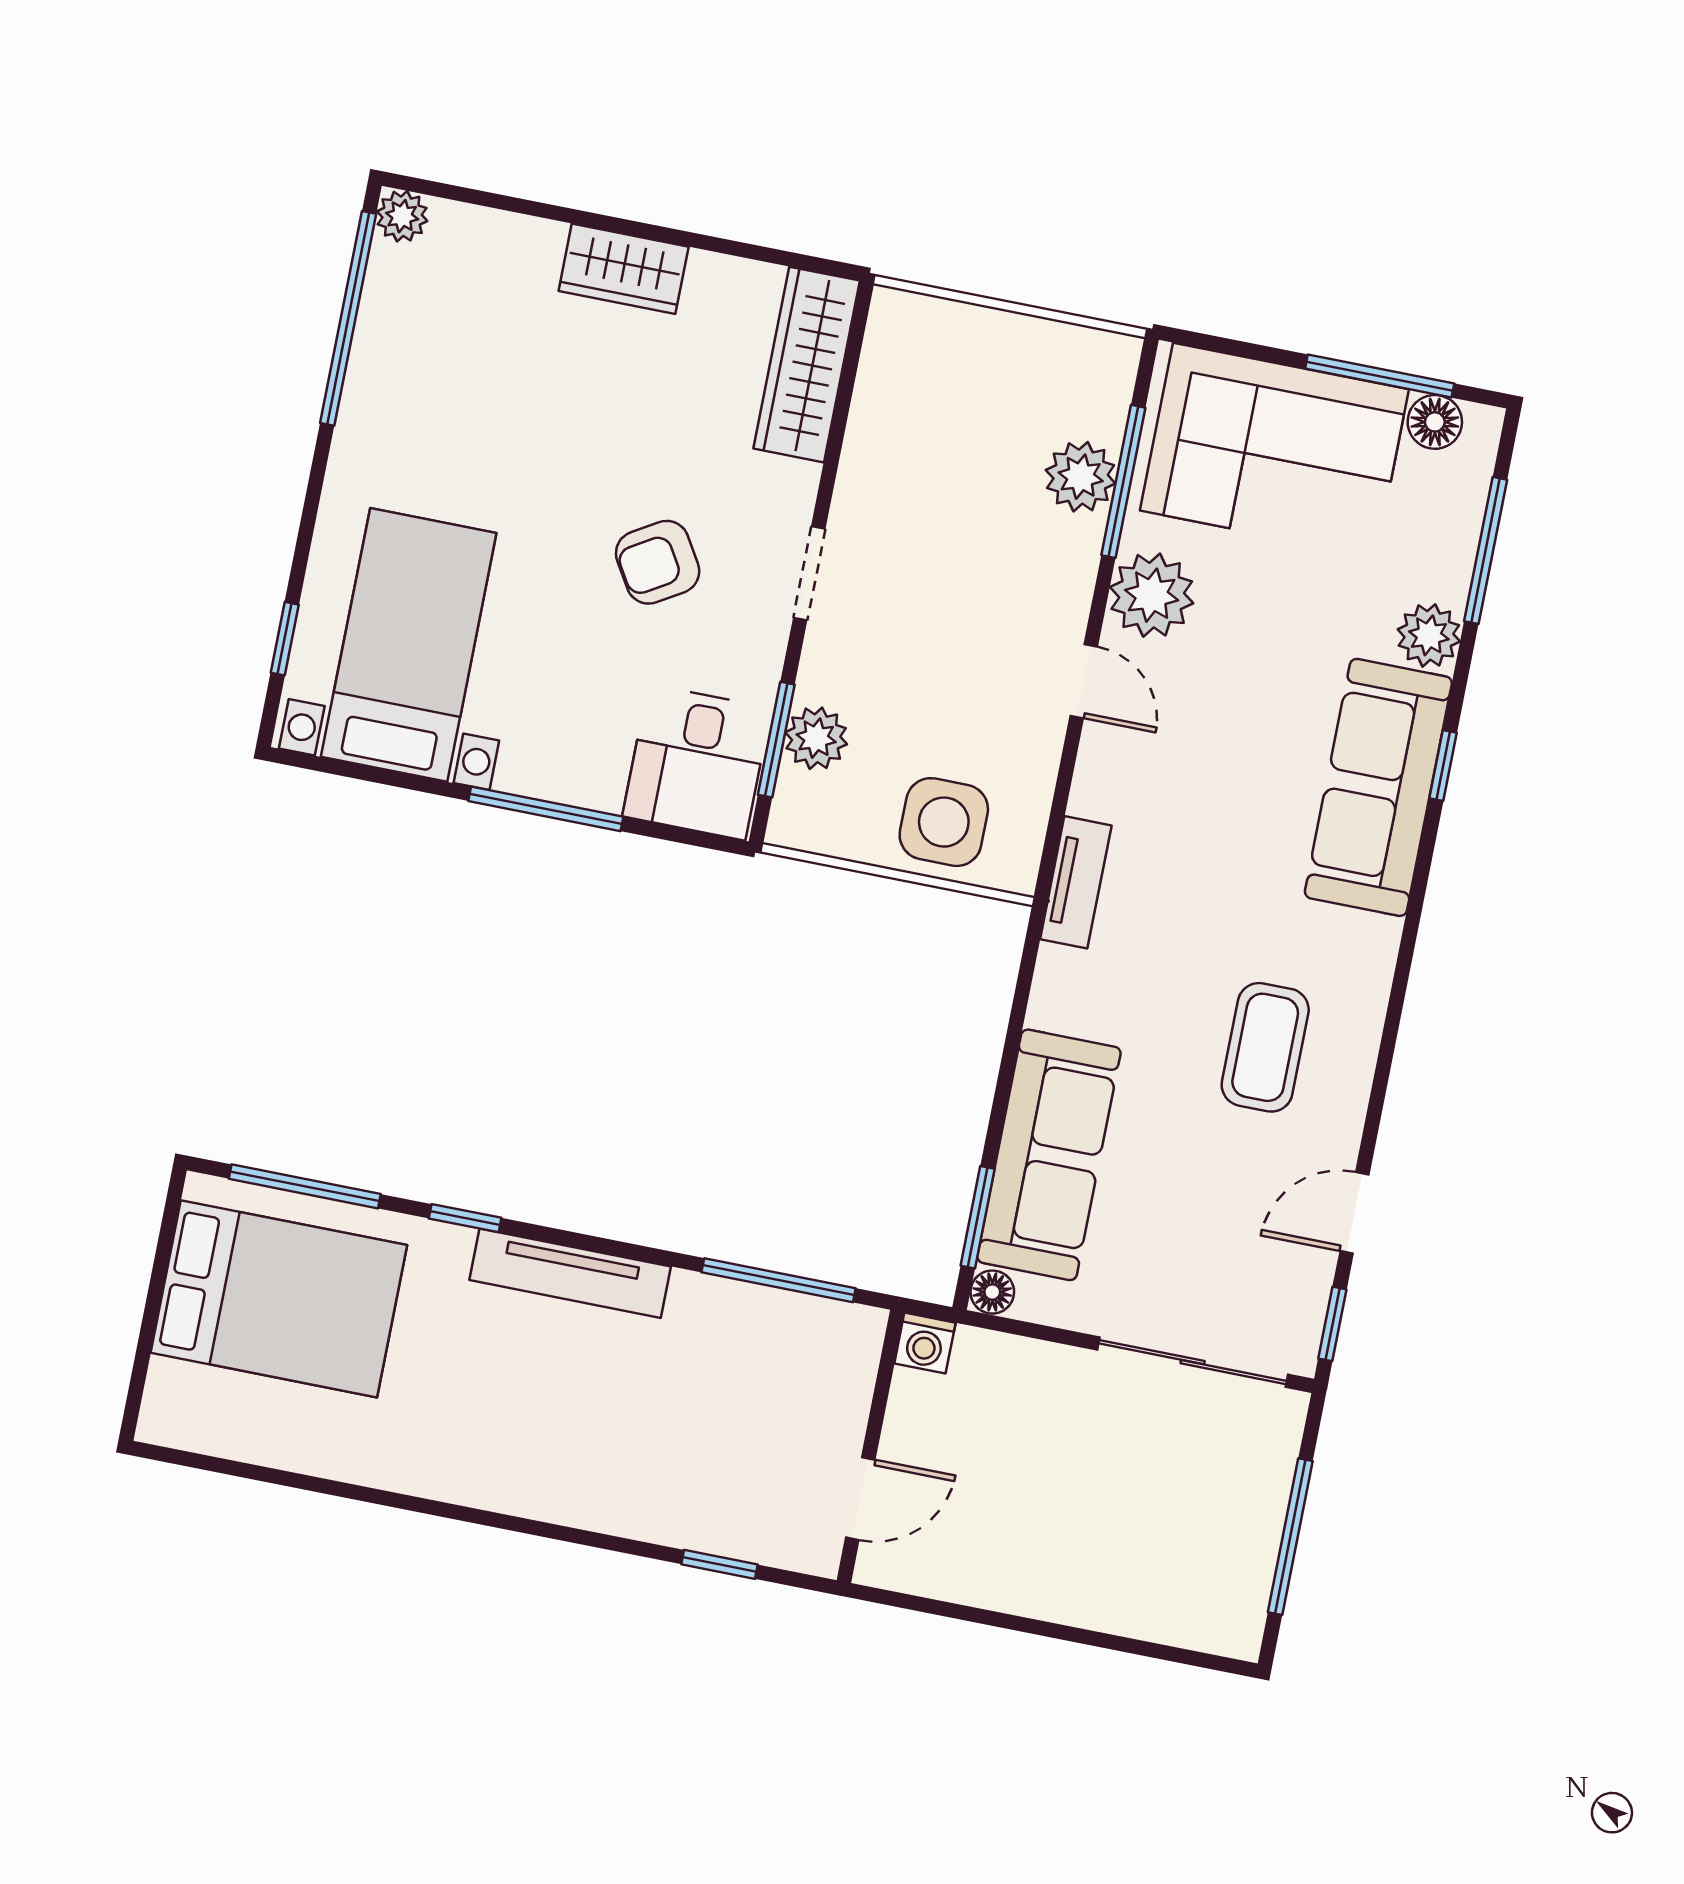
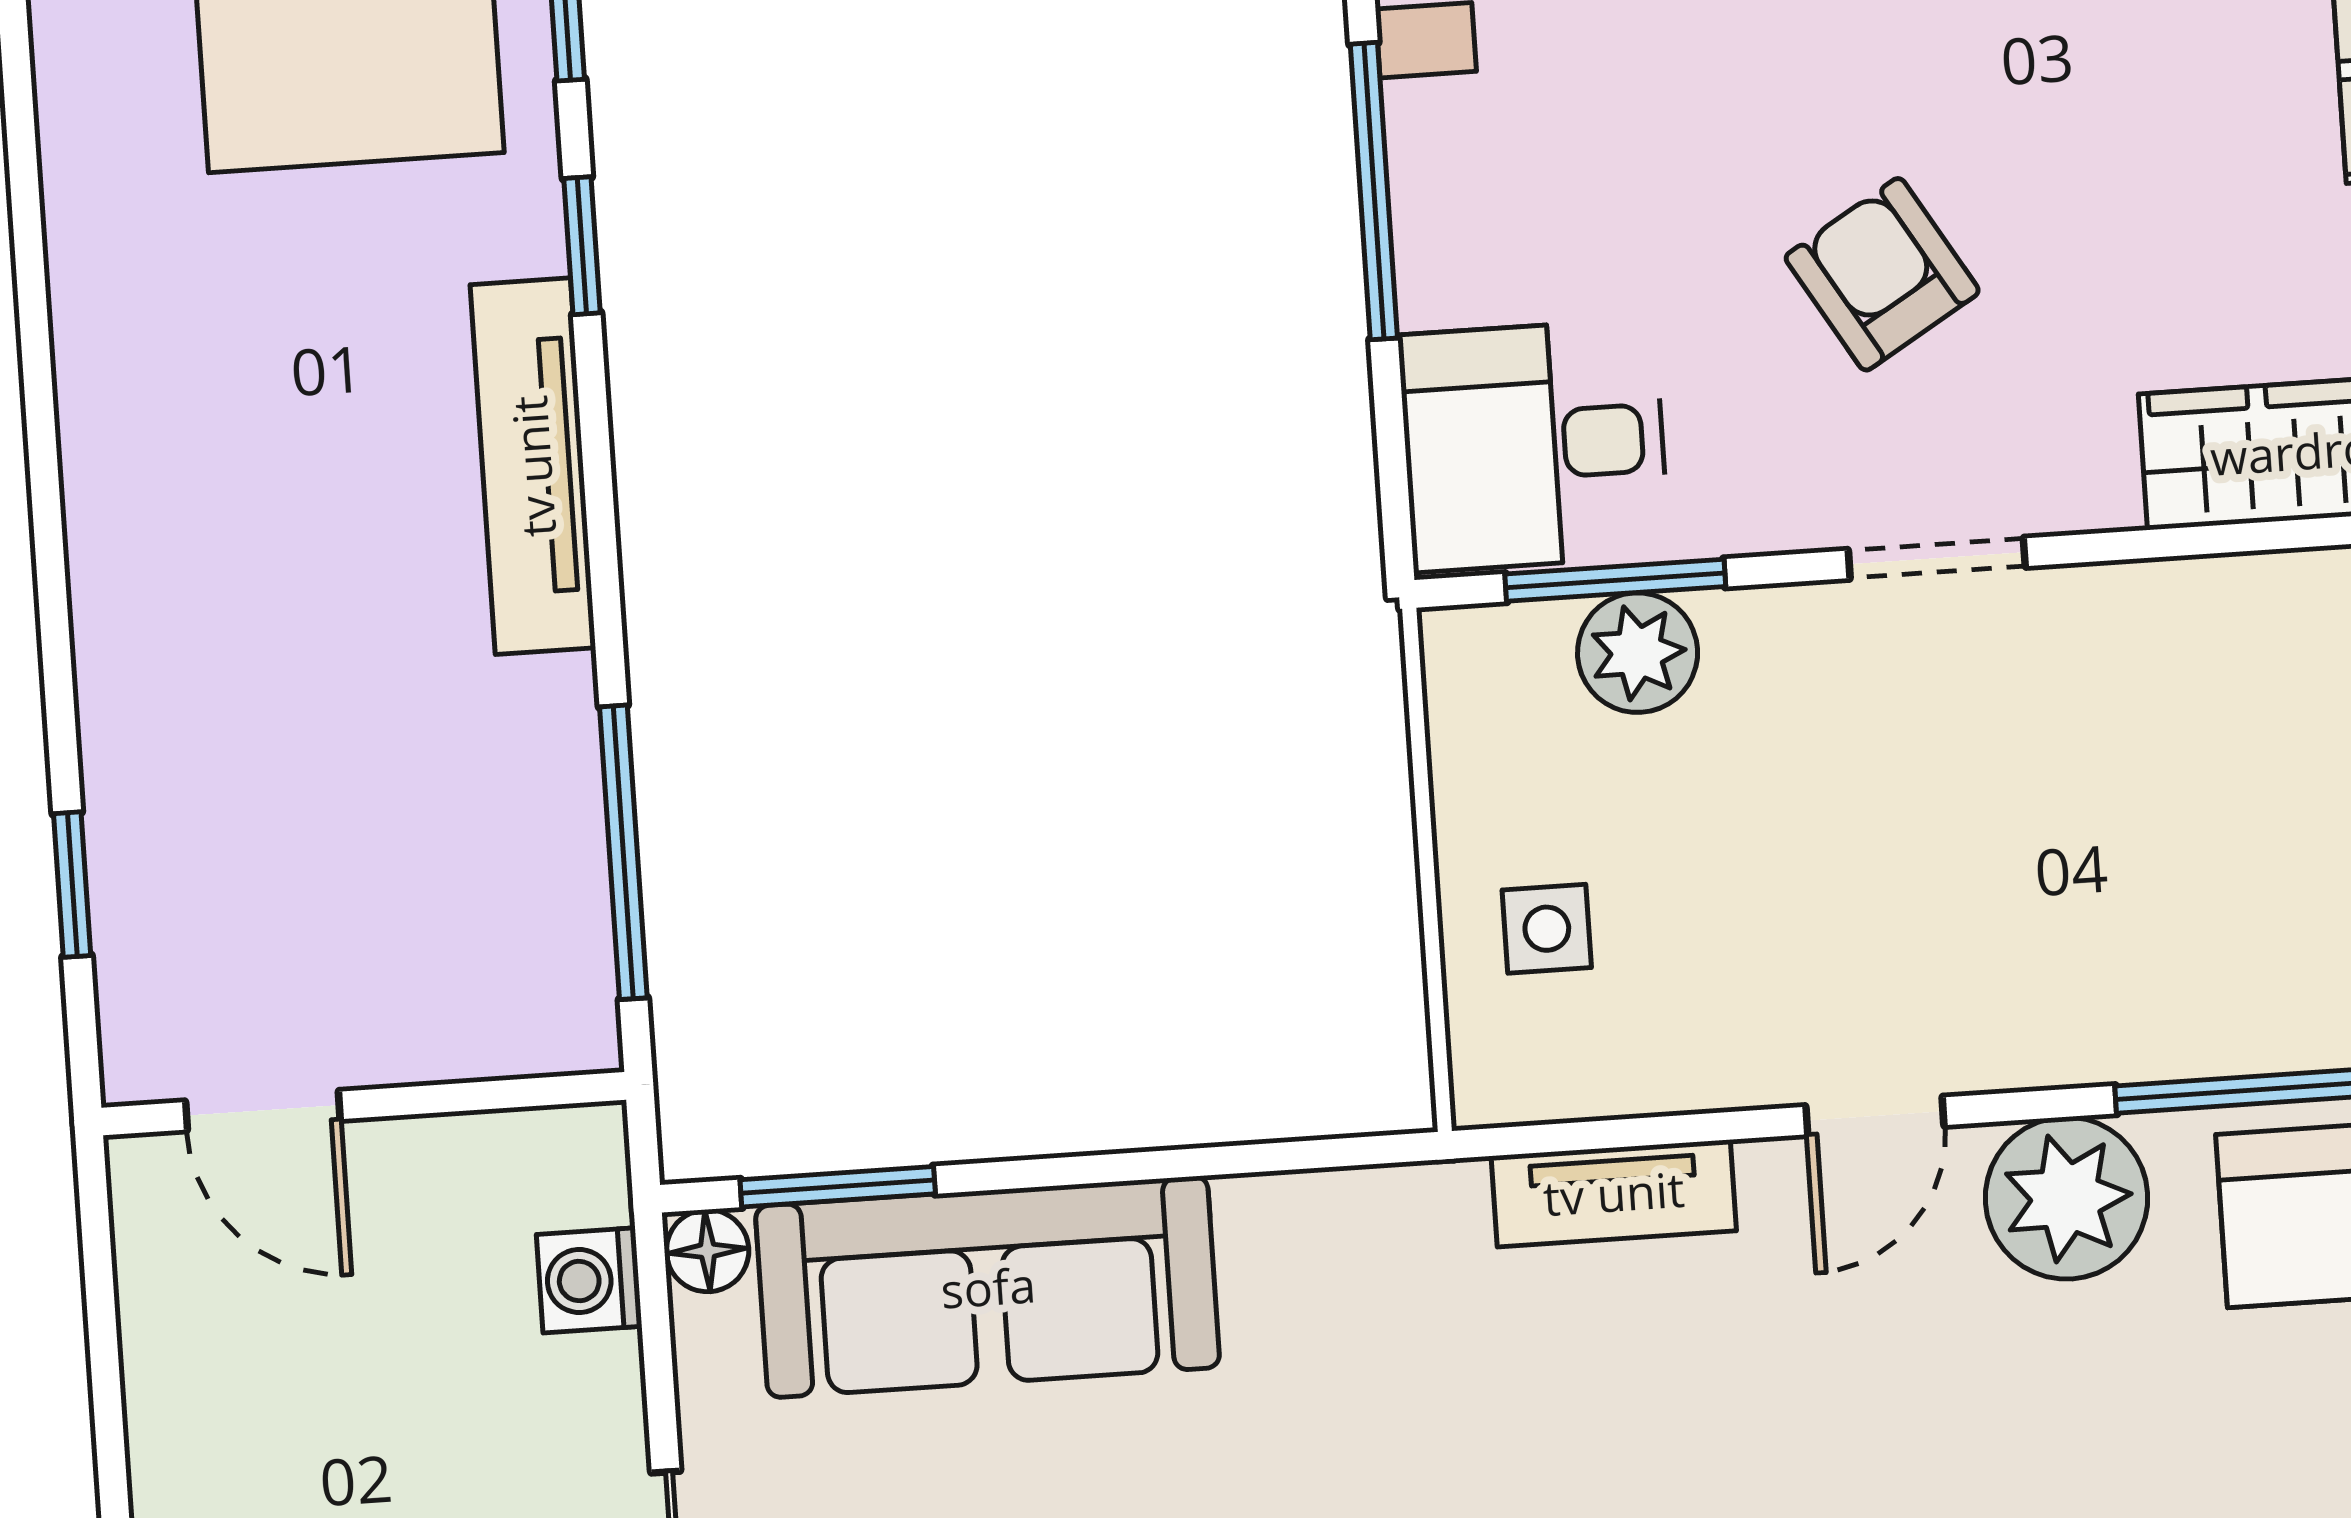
plant: (1081, 477) -> (2249, 1009), removed
side table: (944, 822) -> (1547, 929), width x0.54, depth x0.54
tv unit: (1076, 882) -> (1614, 1193), moved
washing machine: (925, 1343) -> (589, 1280), moved

